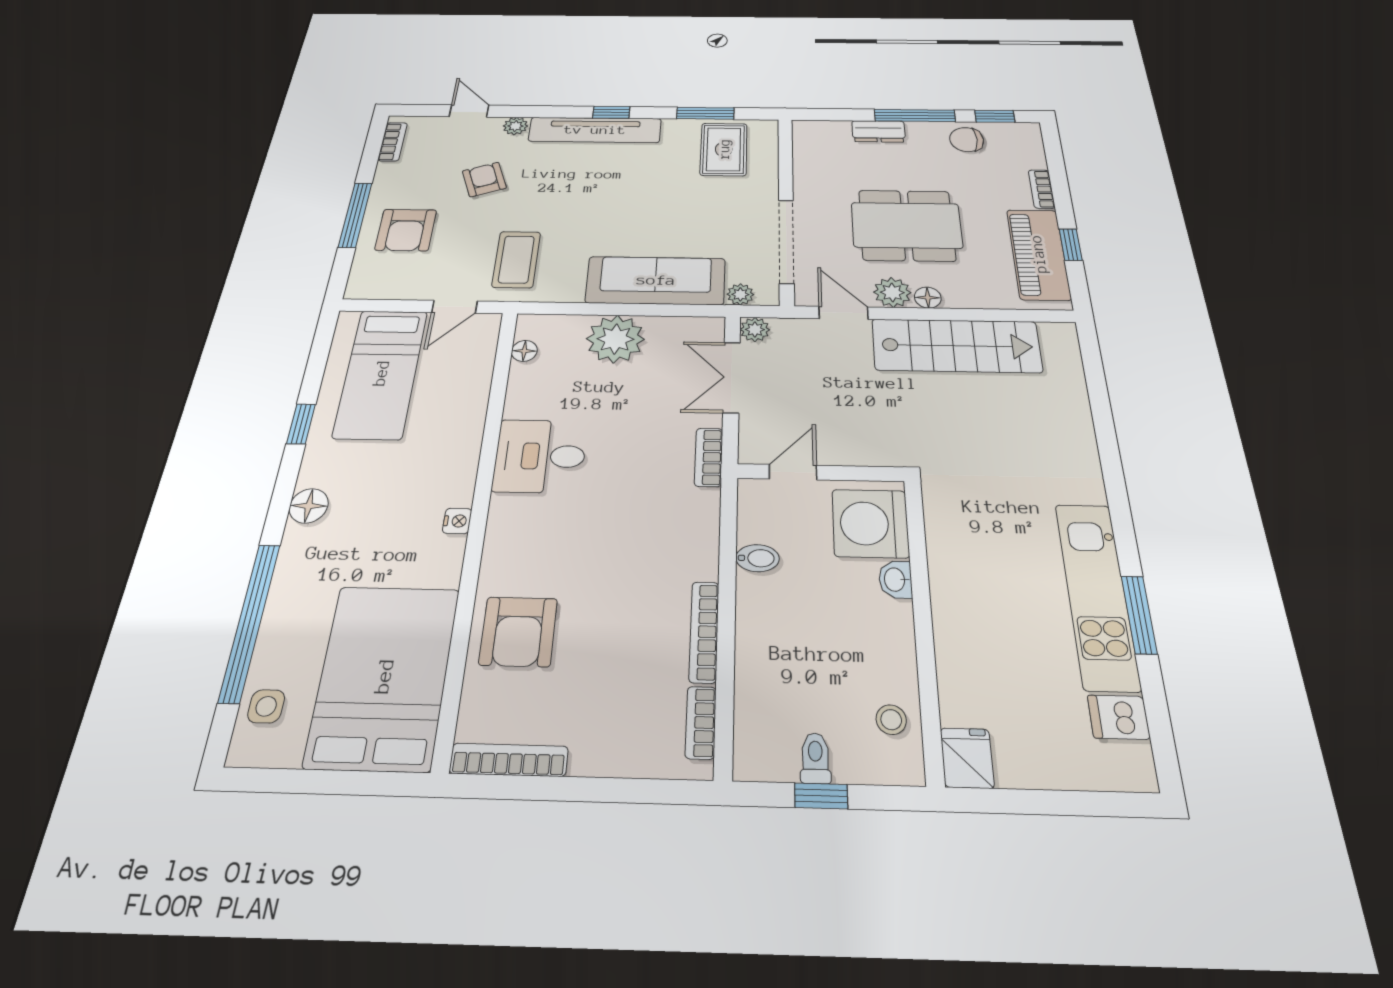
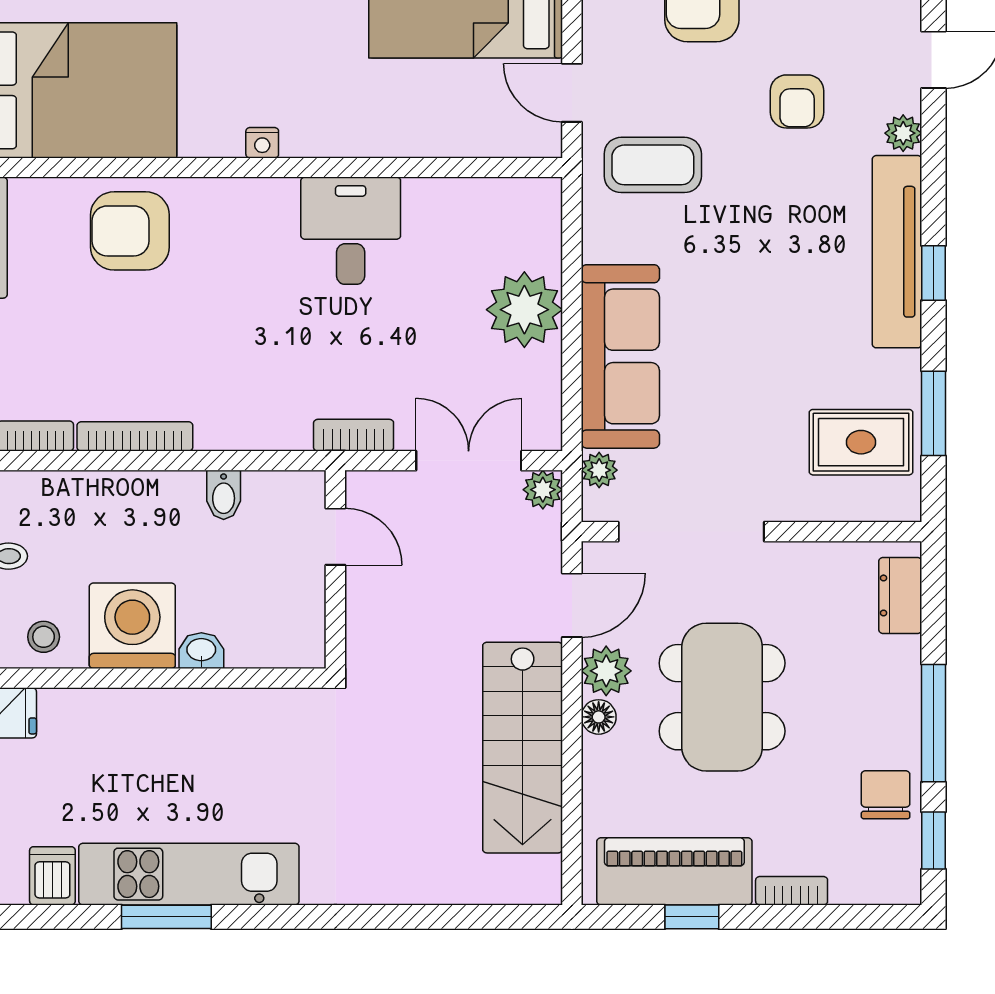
dresser: (879, 131) -> (900, 595), moved
armchair: (484, 179) -> (797, 101), turned 110
floor lamp: (524, 351) -> (504, 193), removed
washing machine: (870, 523) -> (132, 626), moved

